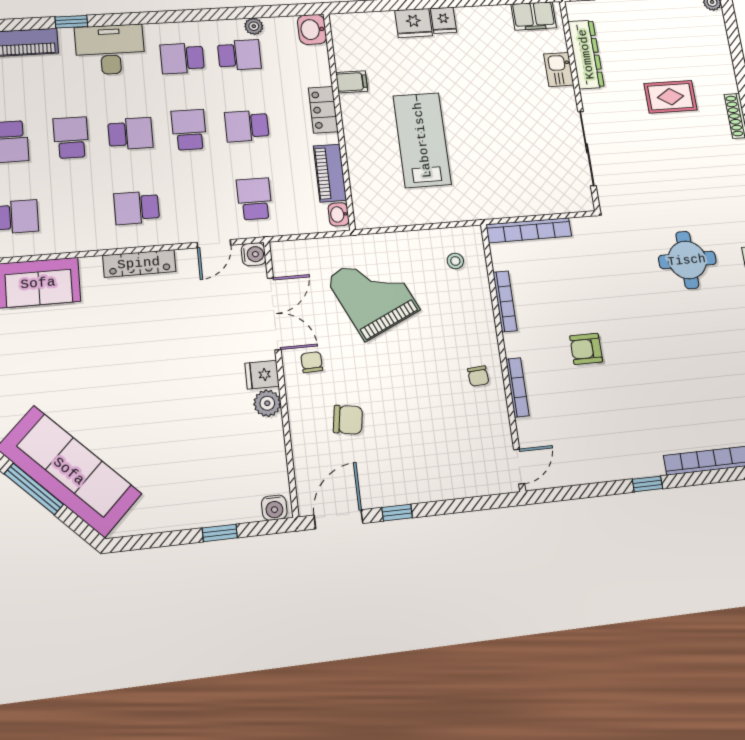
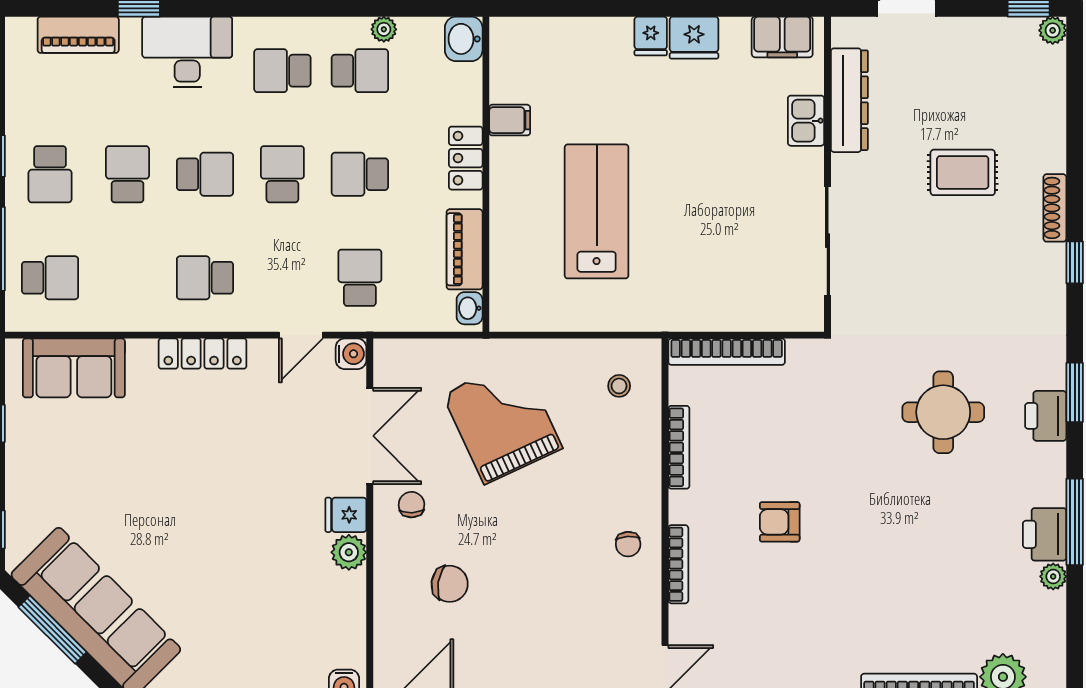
fridge: (414, 23) -> (694, 38), moved

